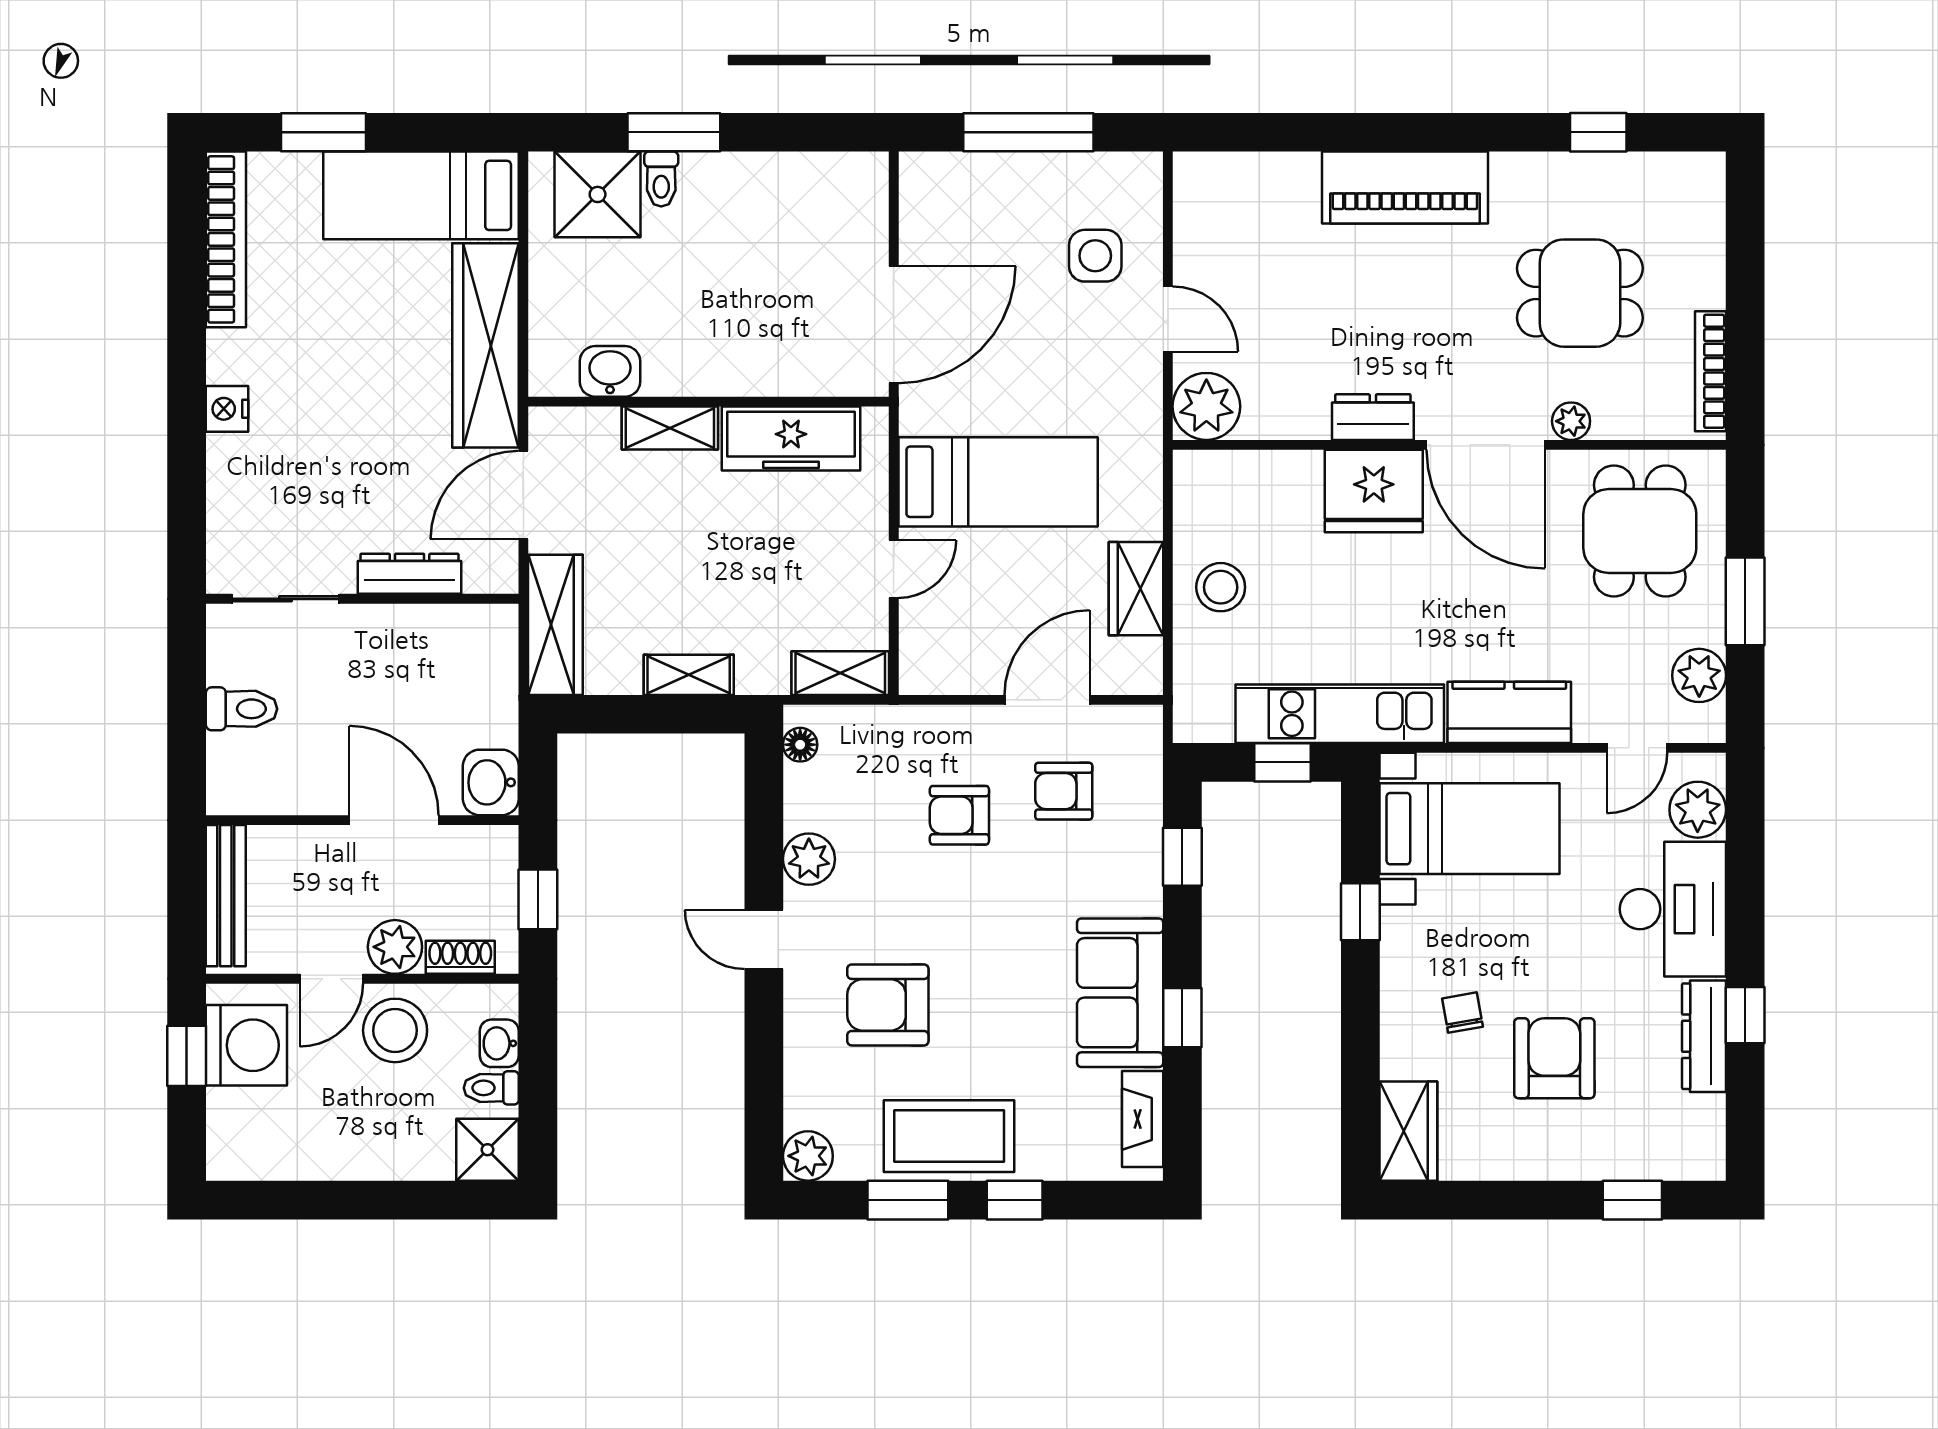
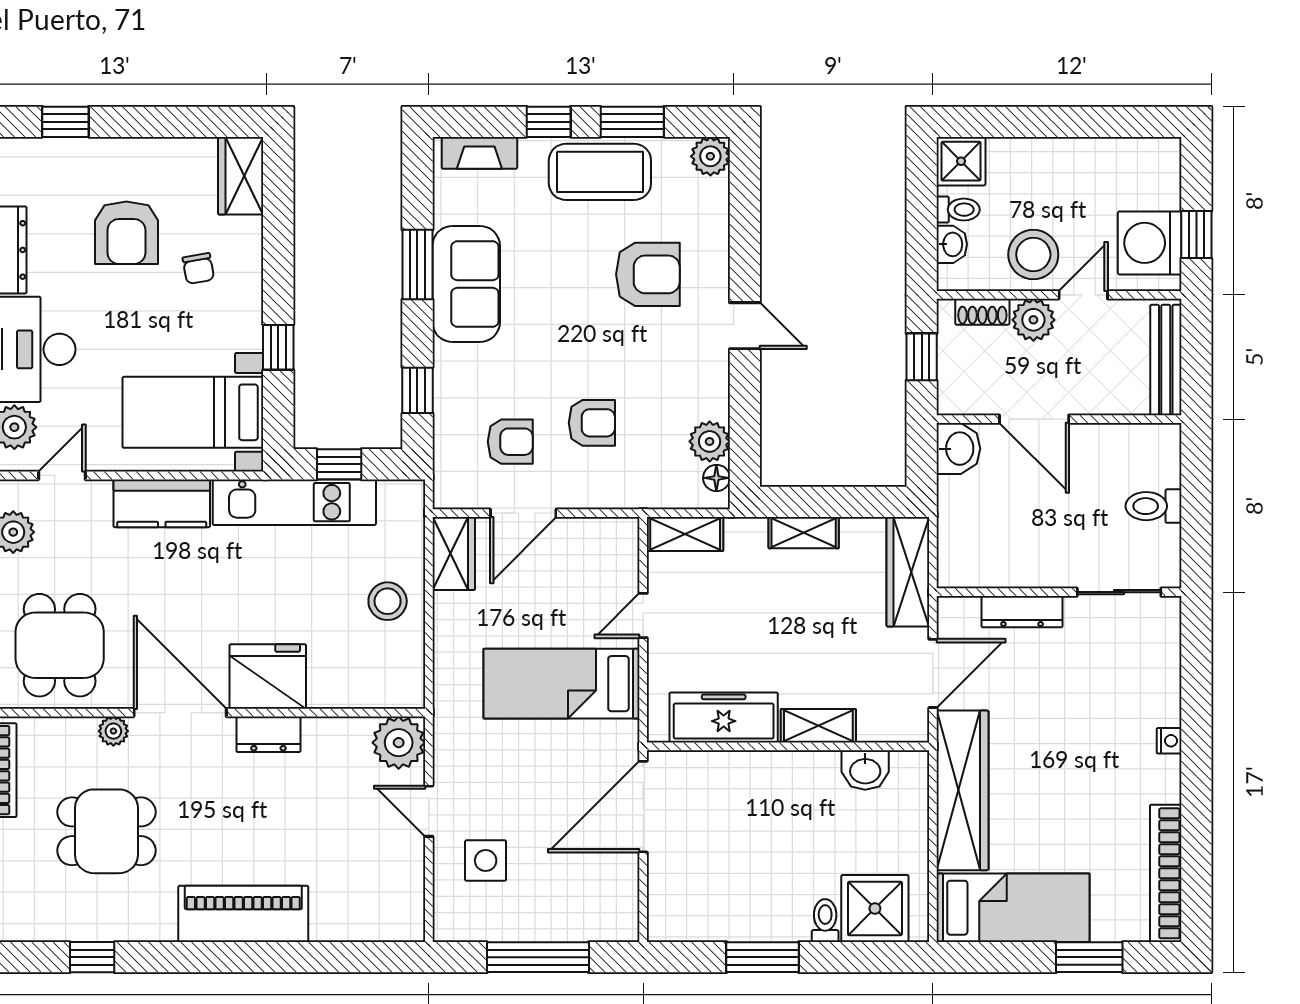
window: (674, 132) -> (763, 957), moved
nightstand: (227, 409) -> (1169, 741), width x0.72, depth x0.74
wardrobe: (1136, 589) -> (454, 553), moved
plant: (809, 859) -> (710, 441), moved
window: (1182, 1018) -> (417, 265), width x1.50
fireplace: (1143, 1119) -> (479, 153), moved, turned 90

